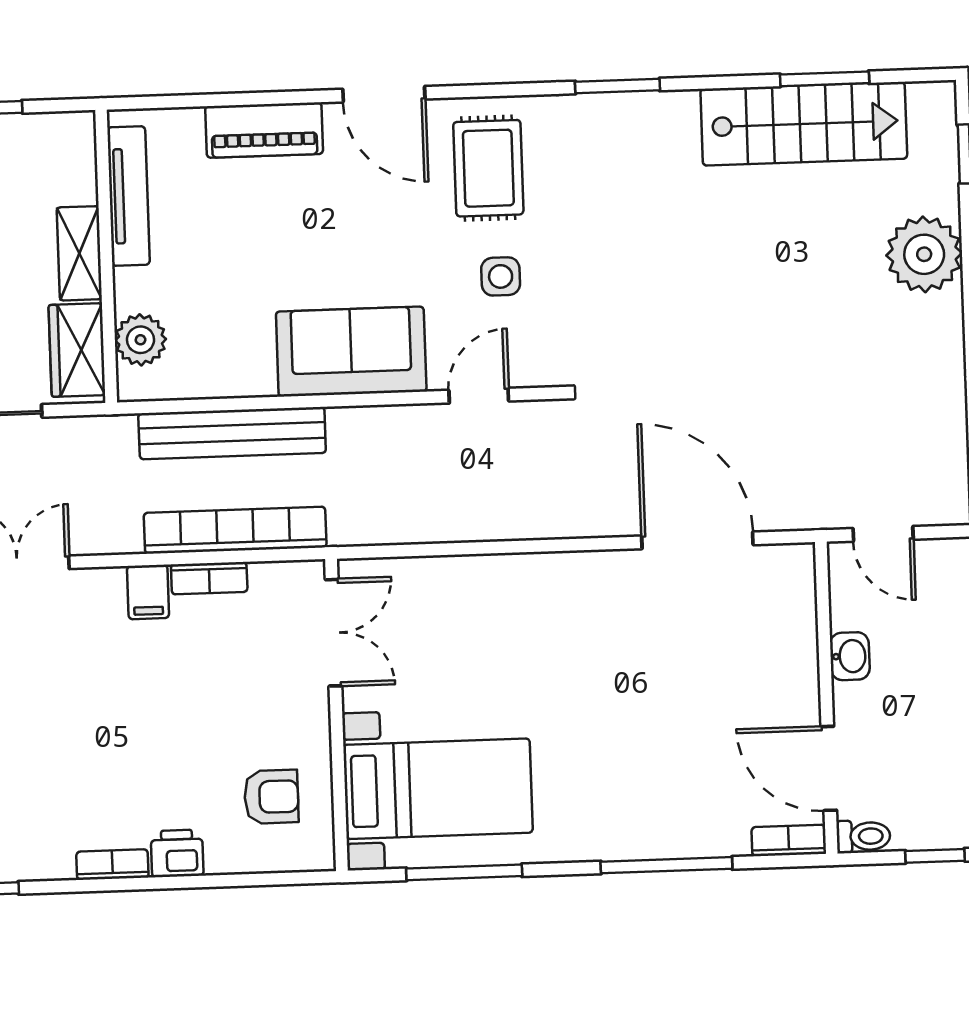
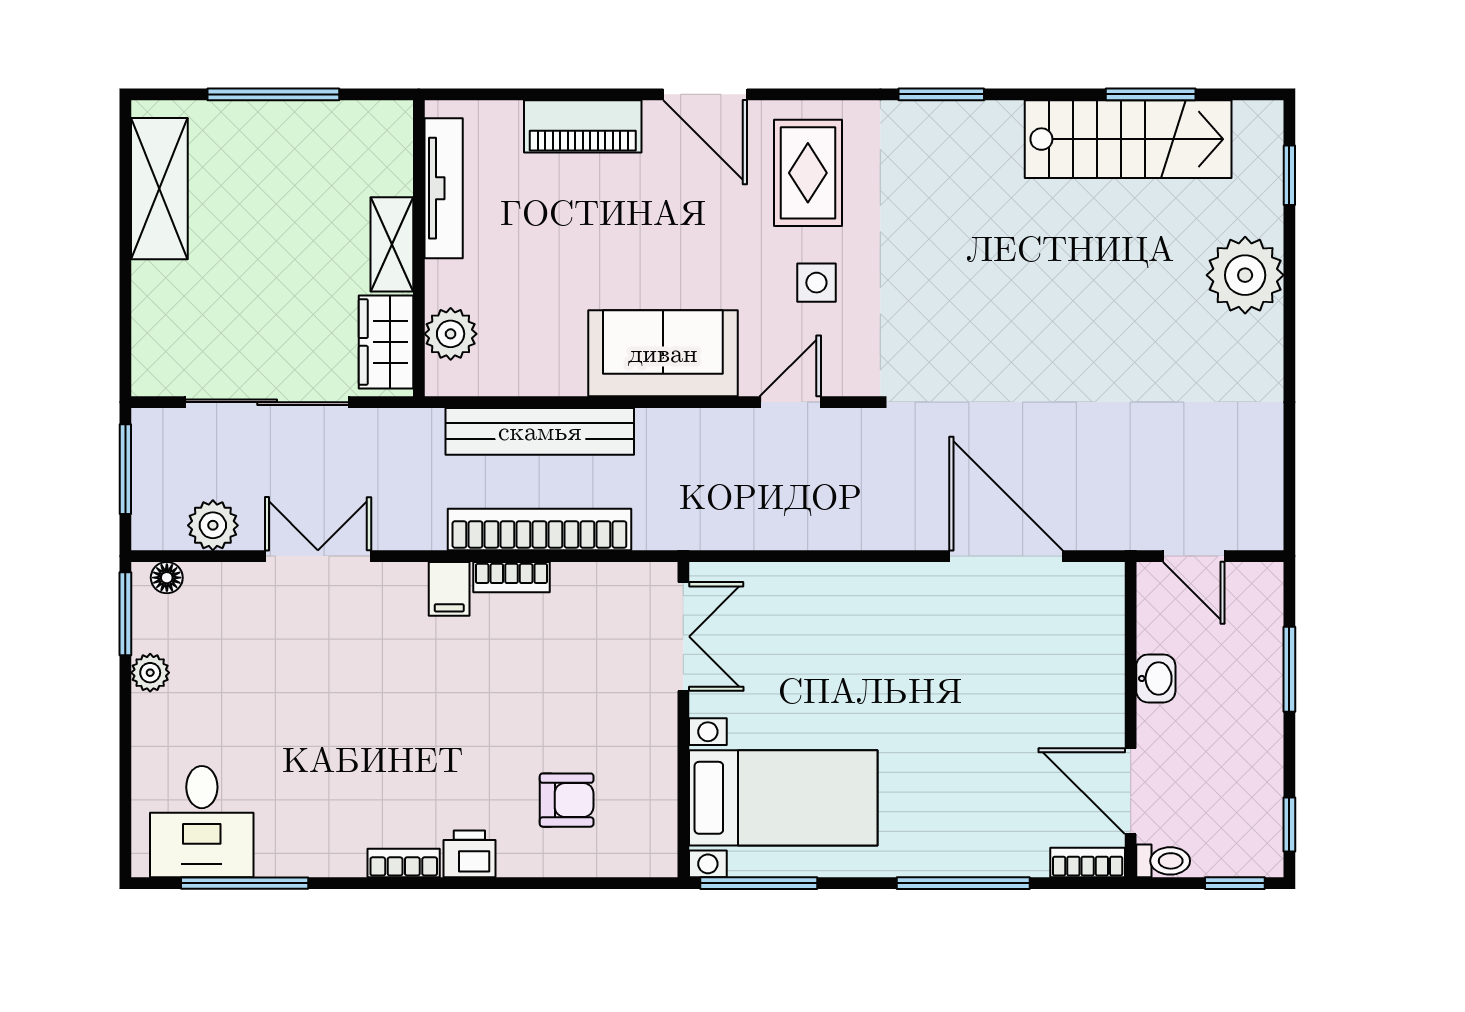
double door: (334, 633) -> (683, 637), moved
wall: (336, 715) -> (683, 720), moved
bed with nightstands: (438, 789) -> (783, 798), moved

